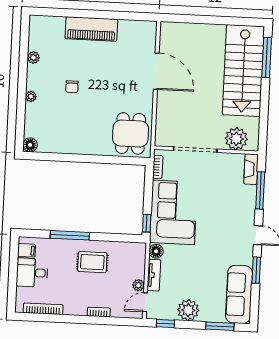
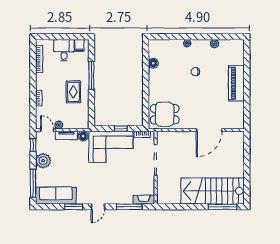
plant: (236, 139) -> (165, 188), removed
floor lamp: (30, 145) -> (153, 63), moved
window: (147, 223) -> (121, 129), moved
window: (220, 326) -> (33, 183), width x1.44

